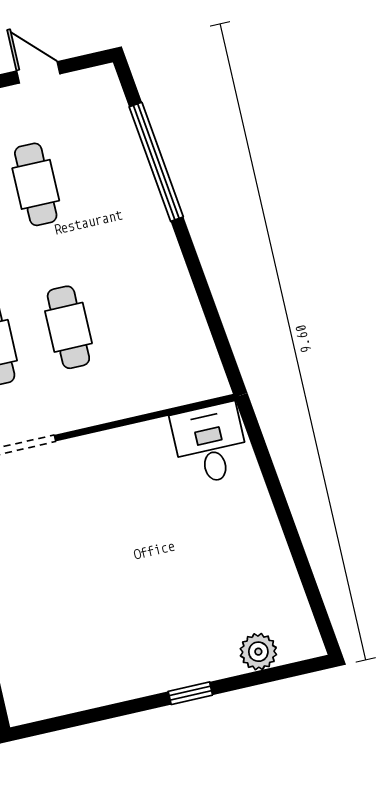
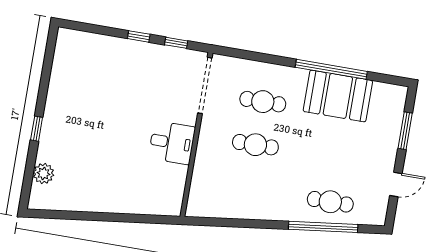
cafe table: (36, 184) -> (330, 202), moved
desk: (210, 444) -> (172, 143), moved

